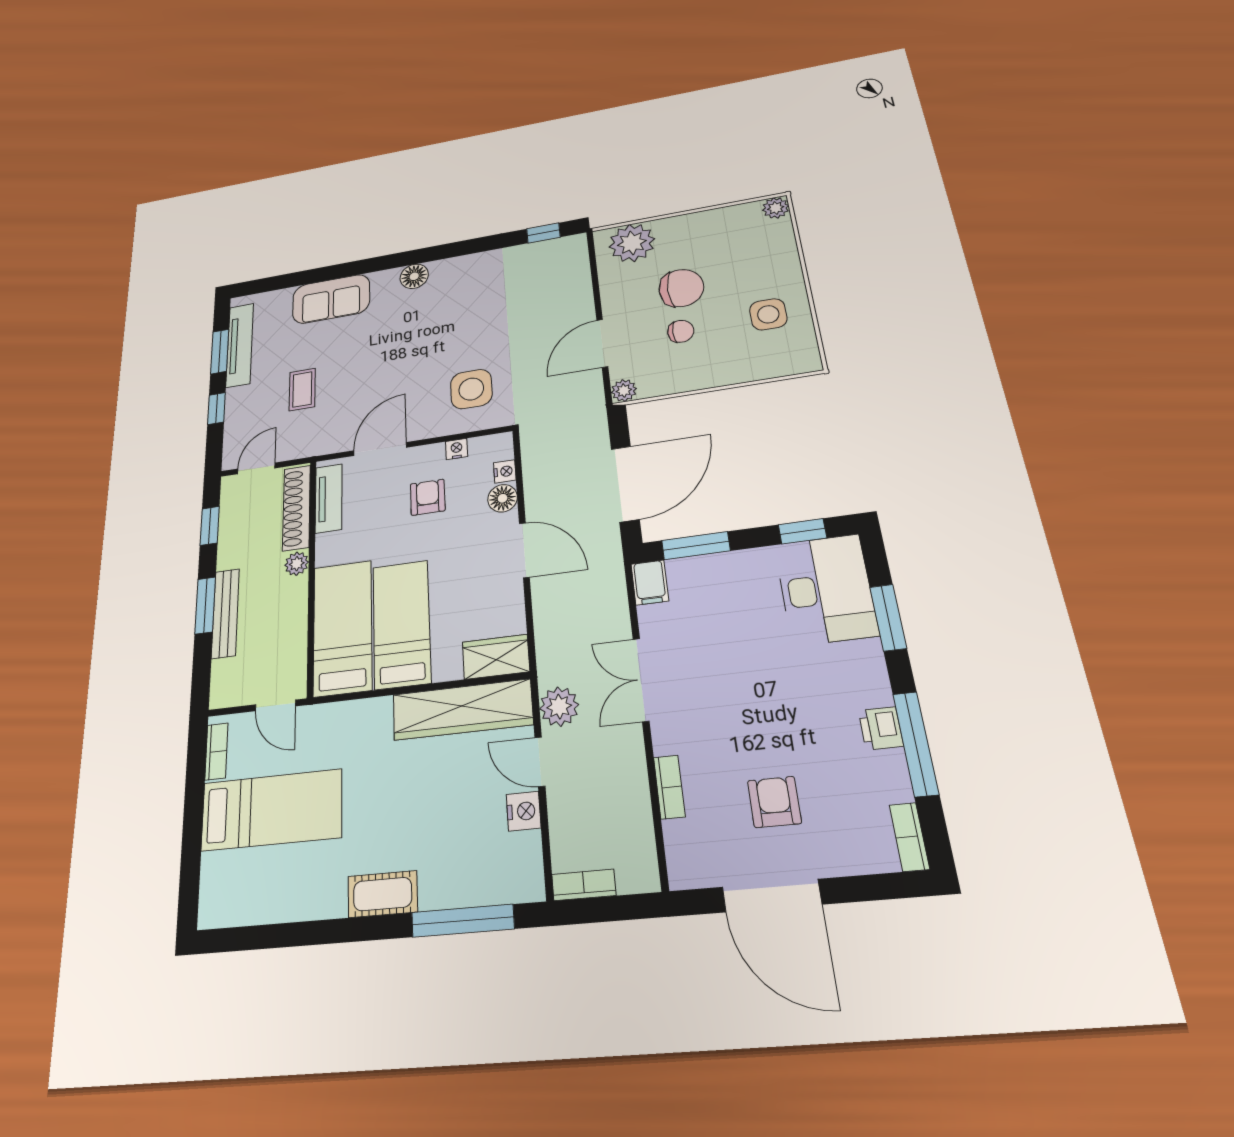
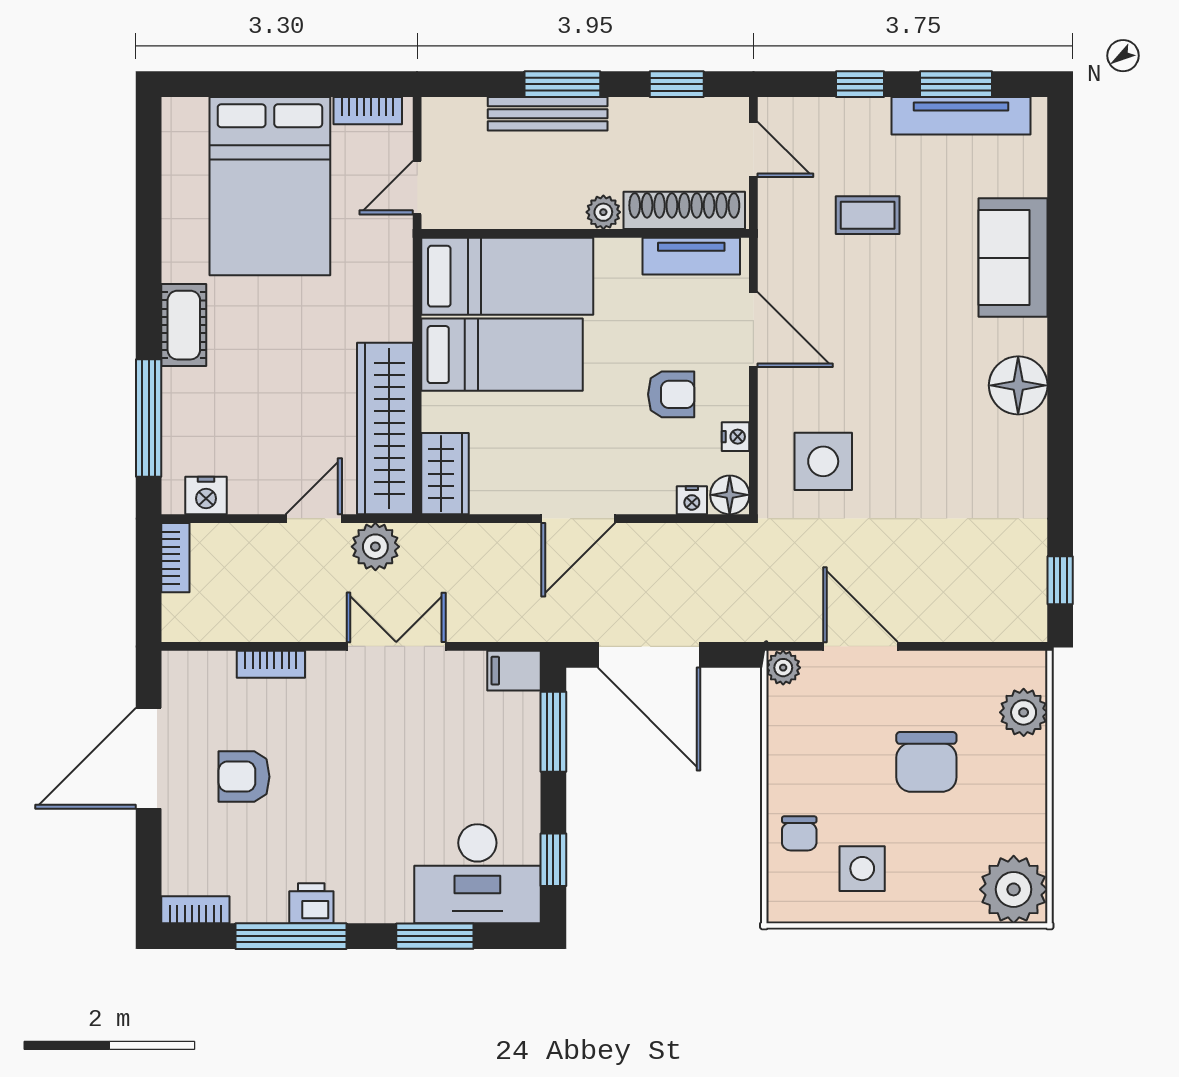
plant: (776, 208) -> (1014, 889), width x1.88, depth x1.88
plant: (632, 243) -> (1024, 712), width x0.73, depth x0.73
floor lamp: (414, 276) -> (1018, 385), width x1.38, depth x1.38
chair: (681, 331) -> (799, 833), moved
floor lamp: (503, 498) -> (730, 495), moved
armchair: (774, 802) -> (244, 777), turned 180
bed: (271, 810) -> (270, 186), width x1.50
nightstand: (524, 811) -> (206, 495), moved

